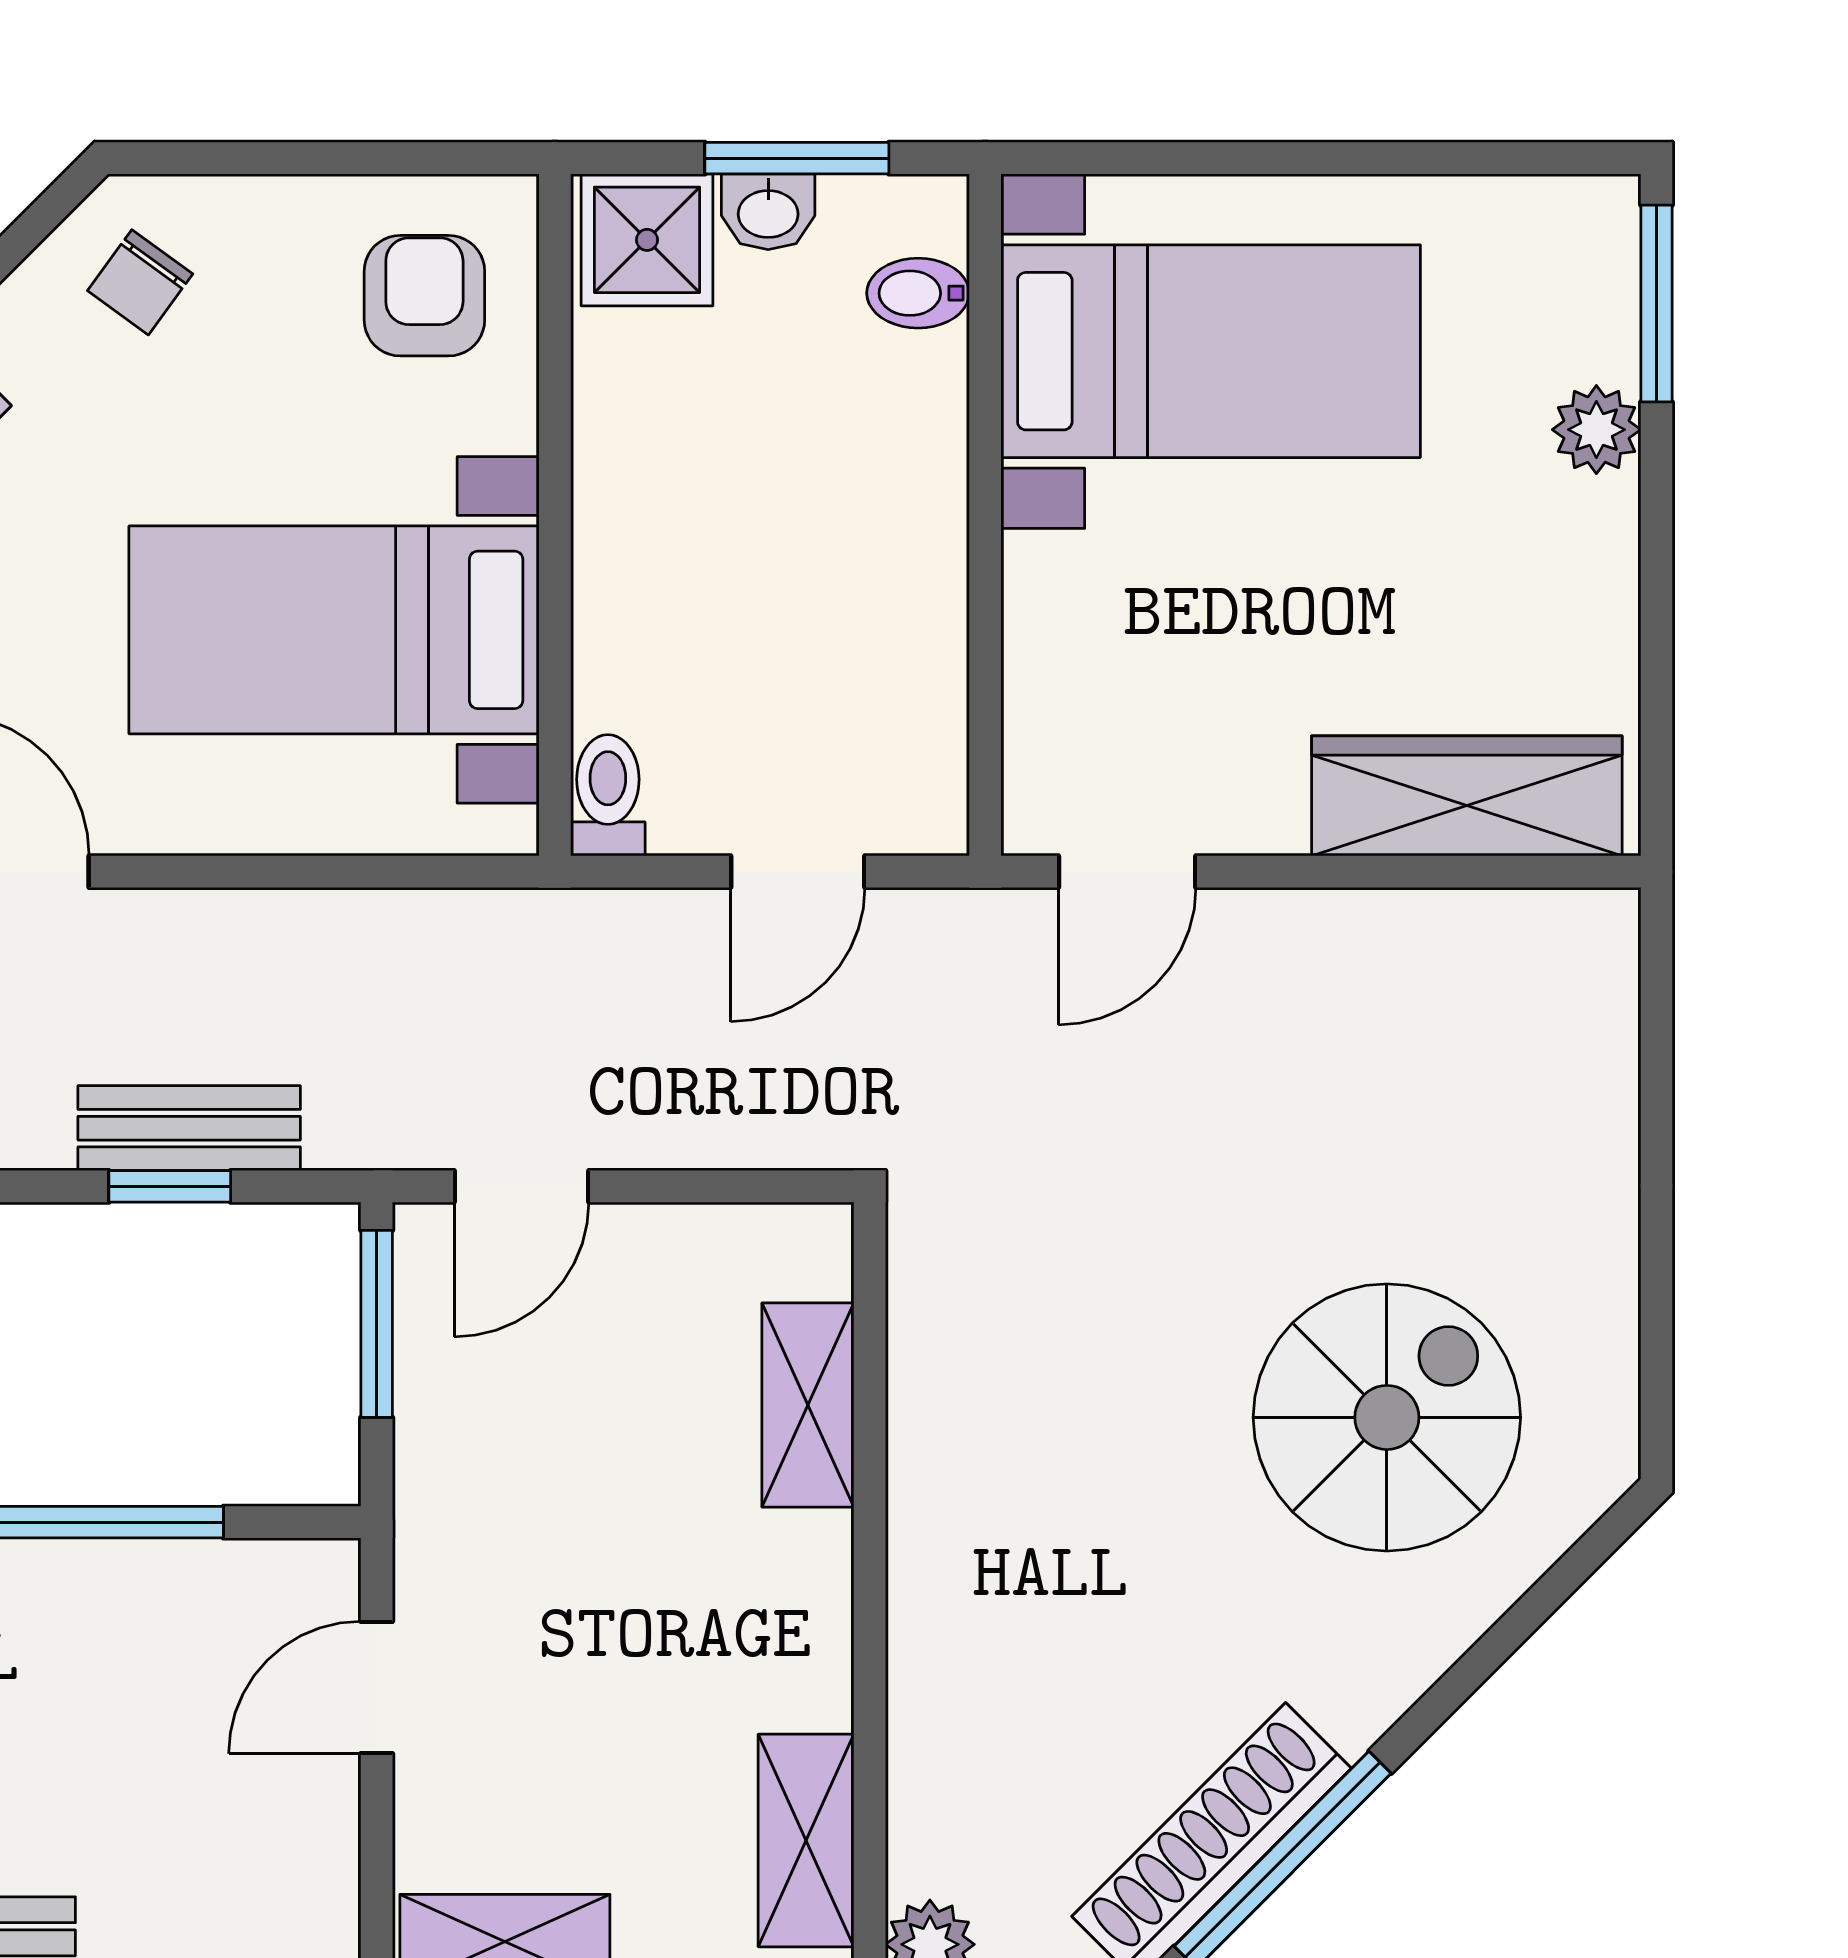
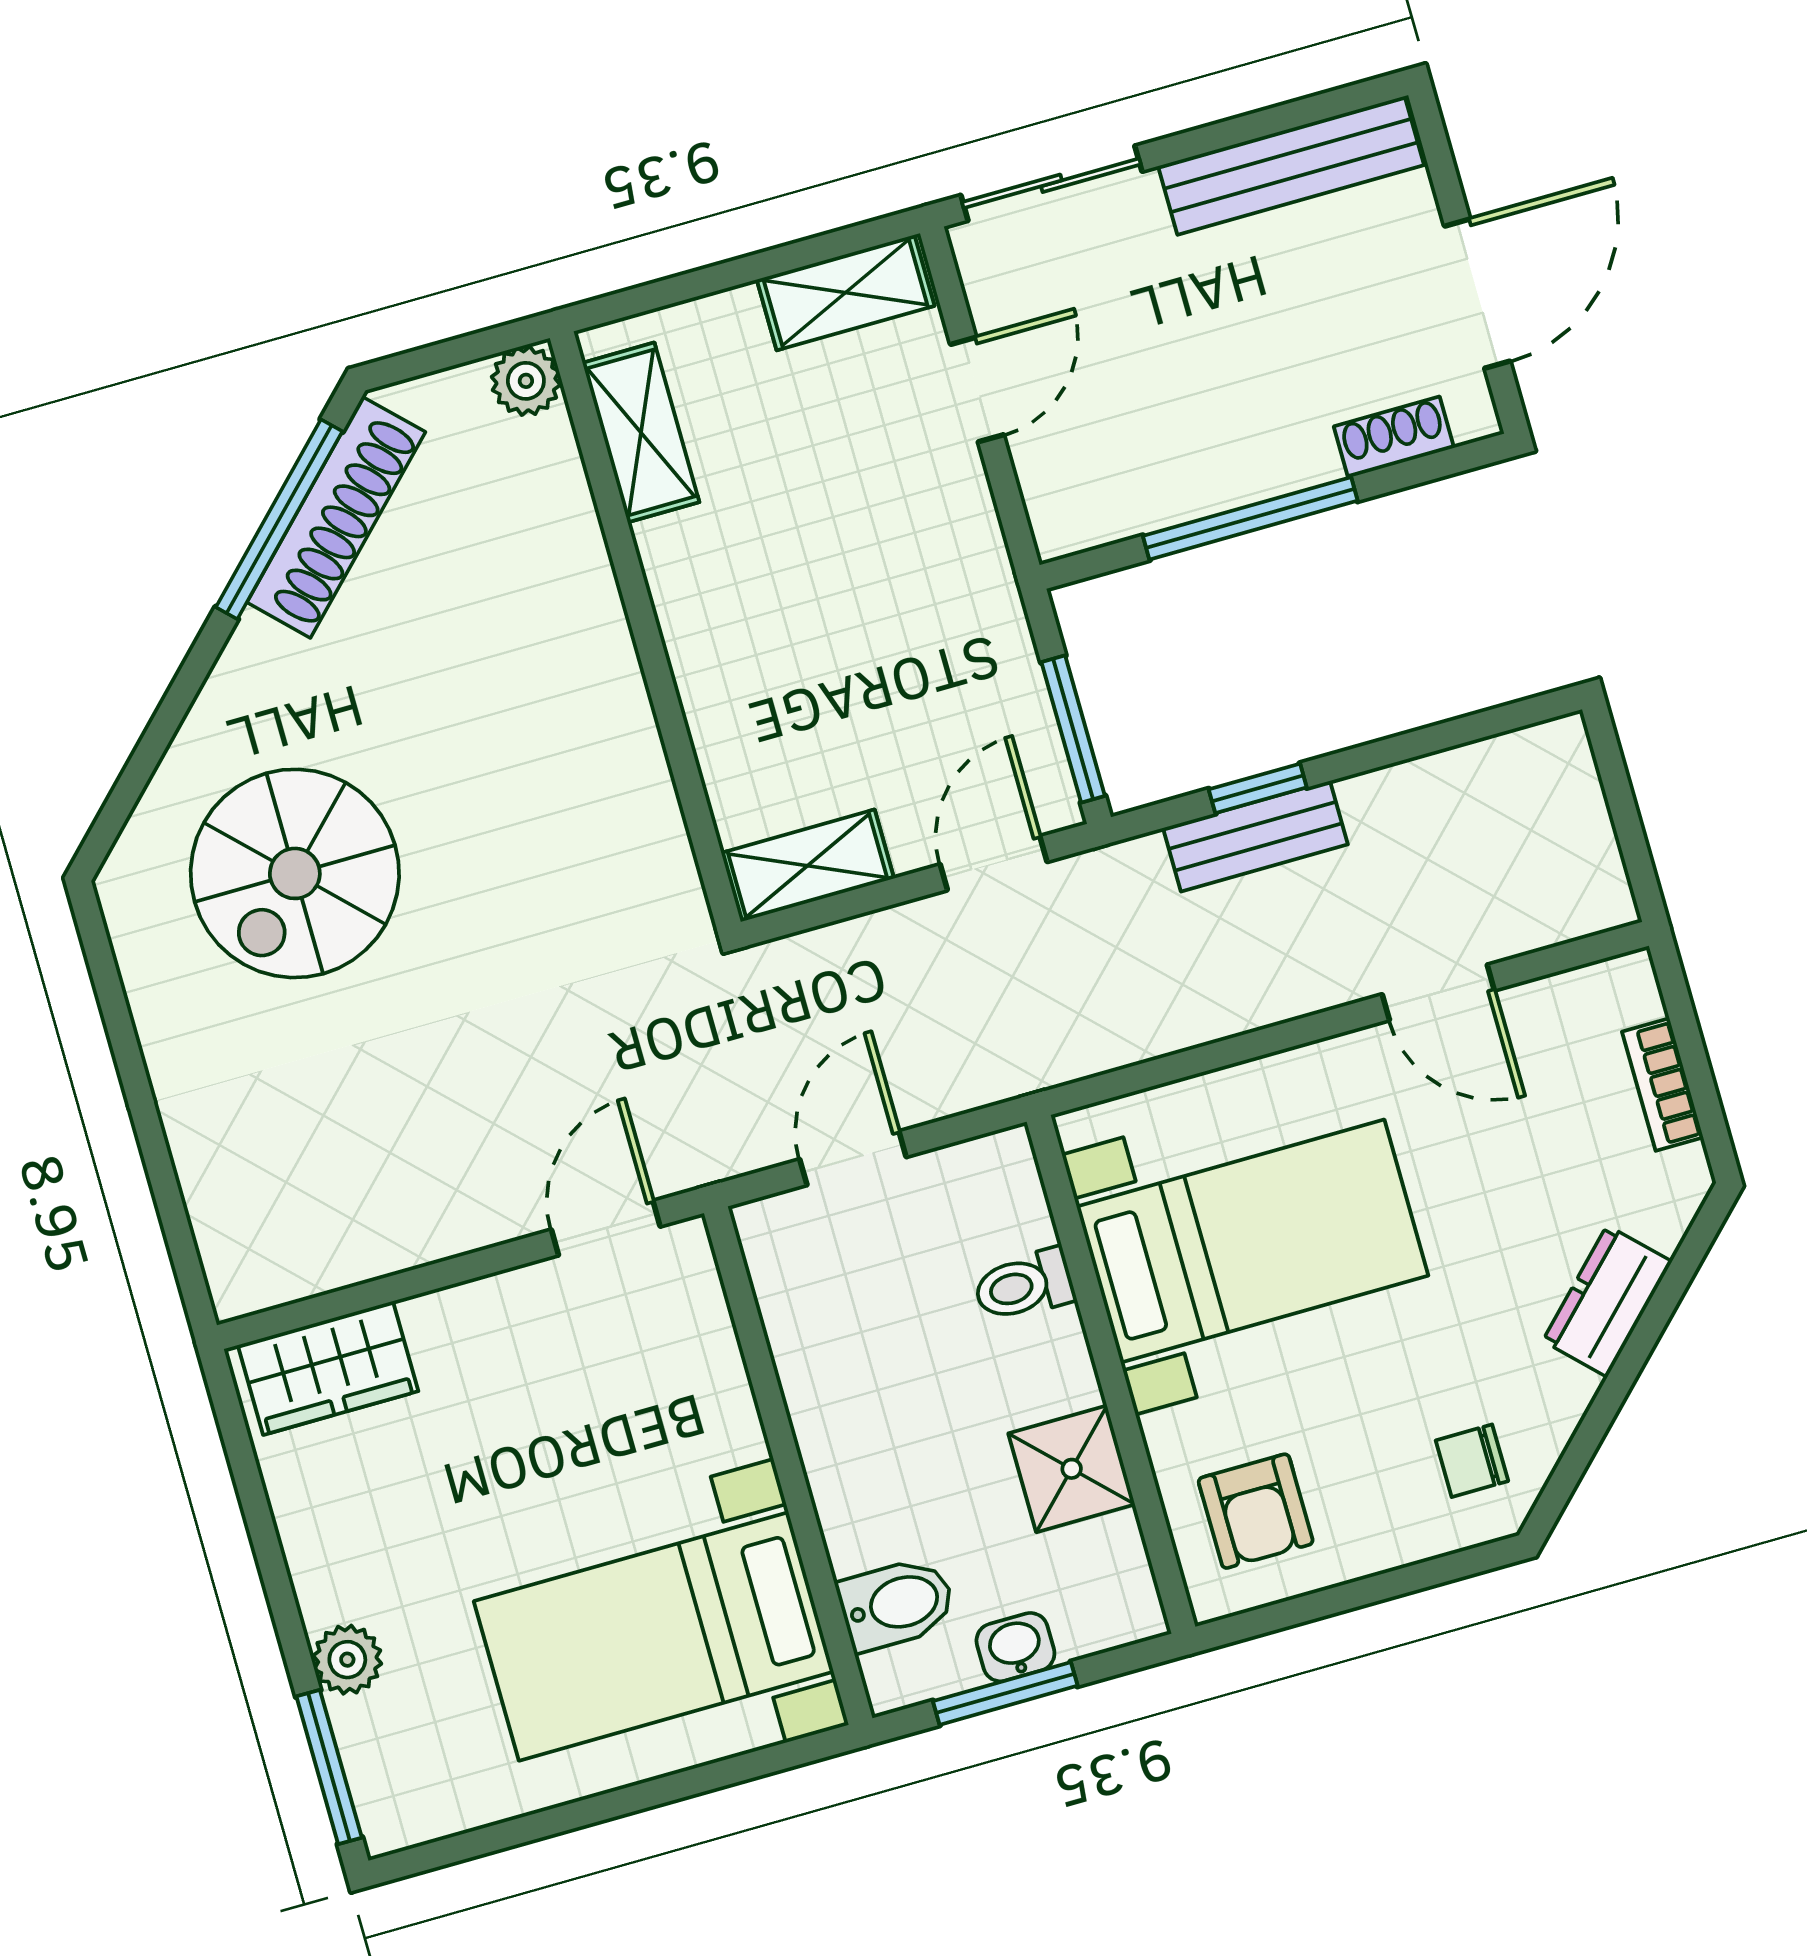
shower: (647, 240) -> (1072, 1469), moved
chair: (140, 282) -> (1472, 1461), turned -126
bidet: (918, 293) -> (897, 1604), width x1.38, depth x1.36
toilet: (608, 795) -> (1024, 1285), moved, turned 90
wardrobe: (1467, 796) -> (328, 1368), width x0.67
shelving: (808, 1405) -> (808, 866), moved, turned 90
door: (377, 1687) -> (977, 390), moved

